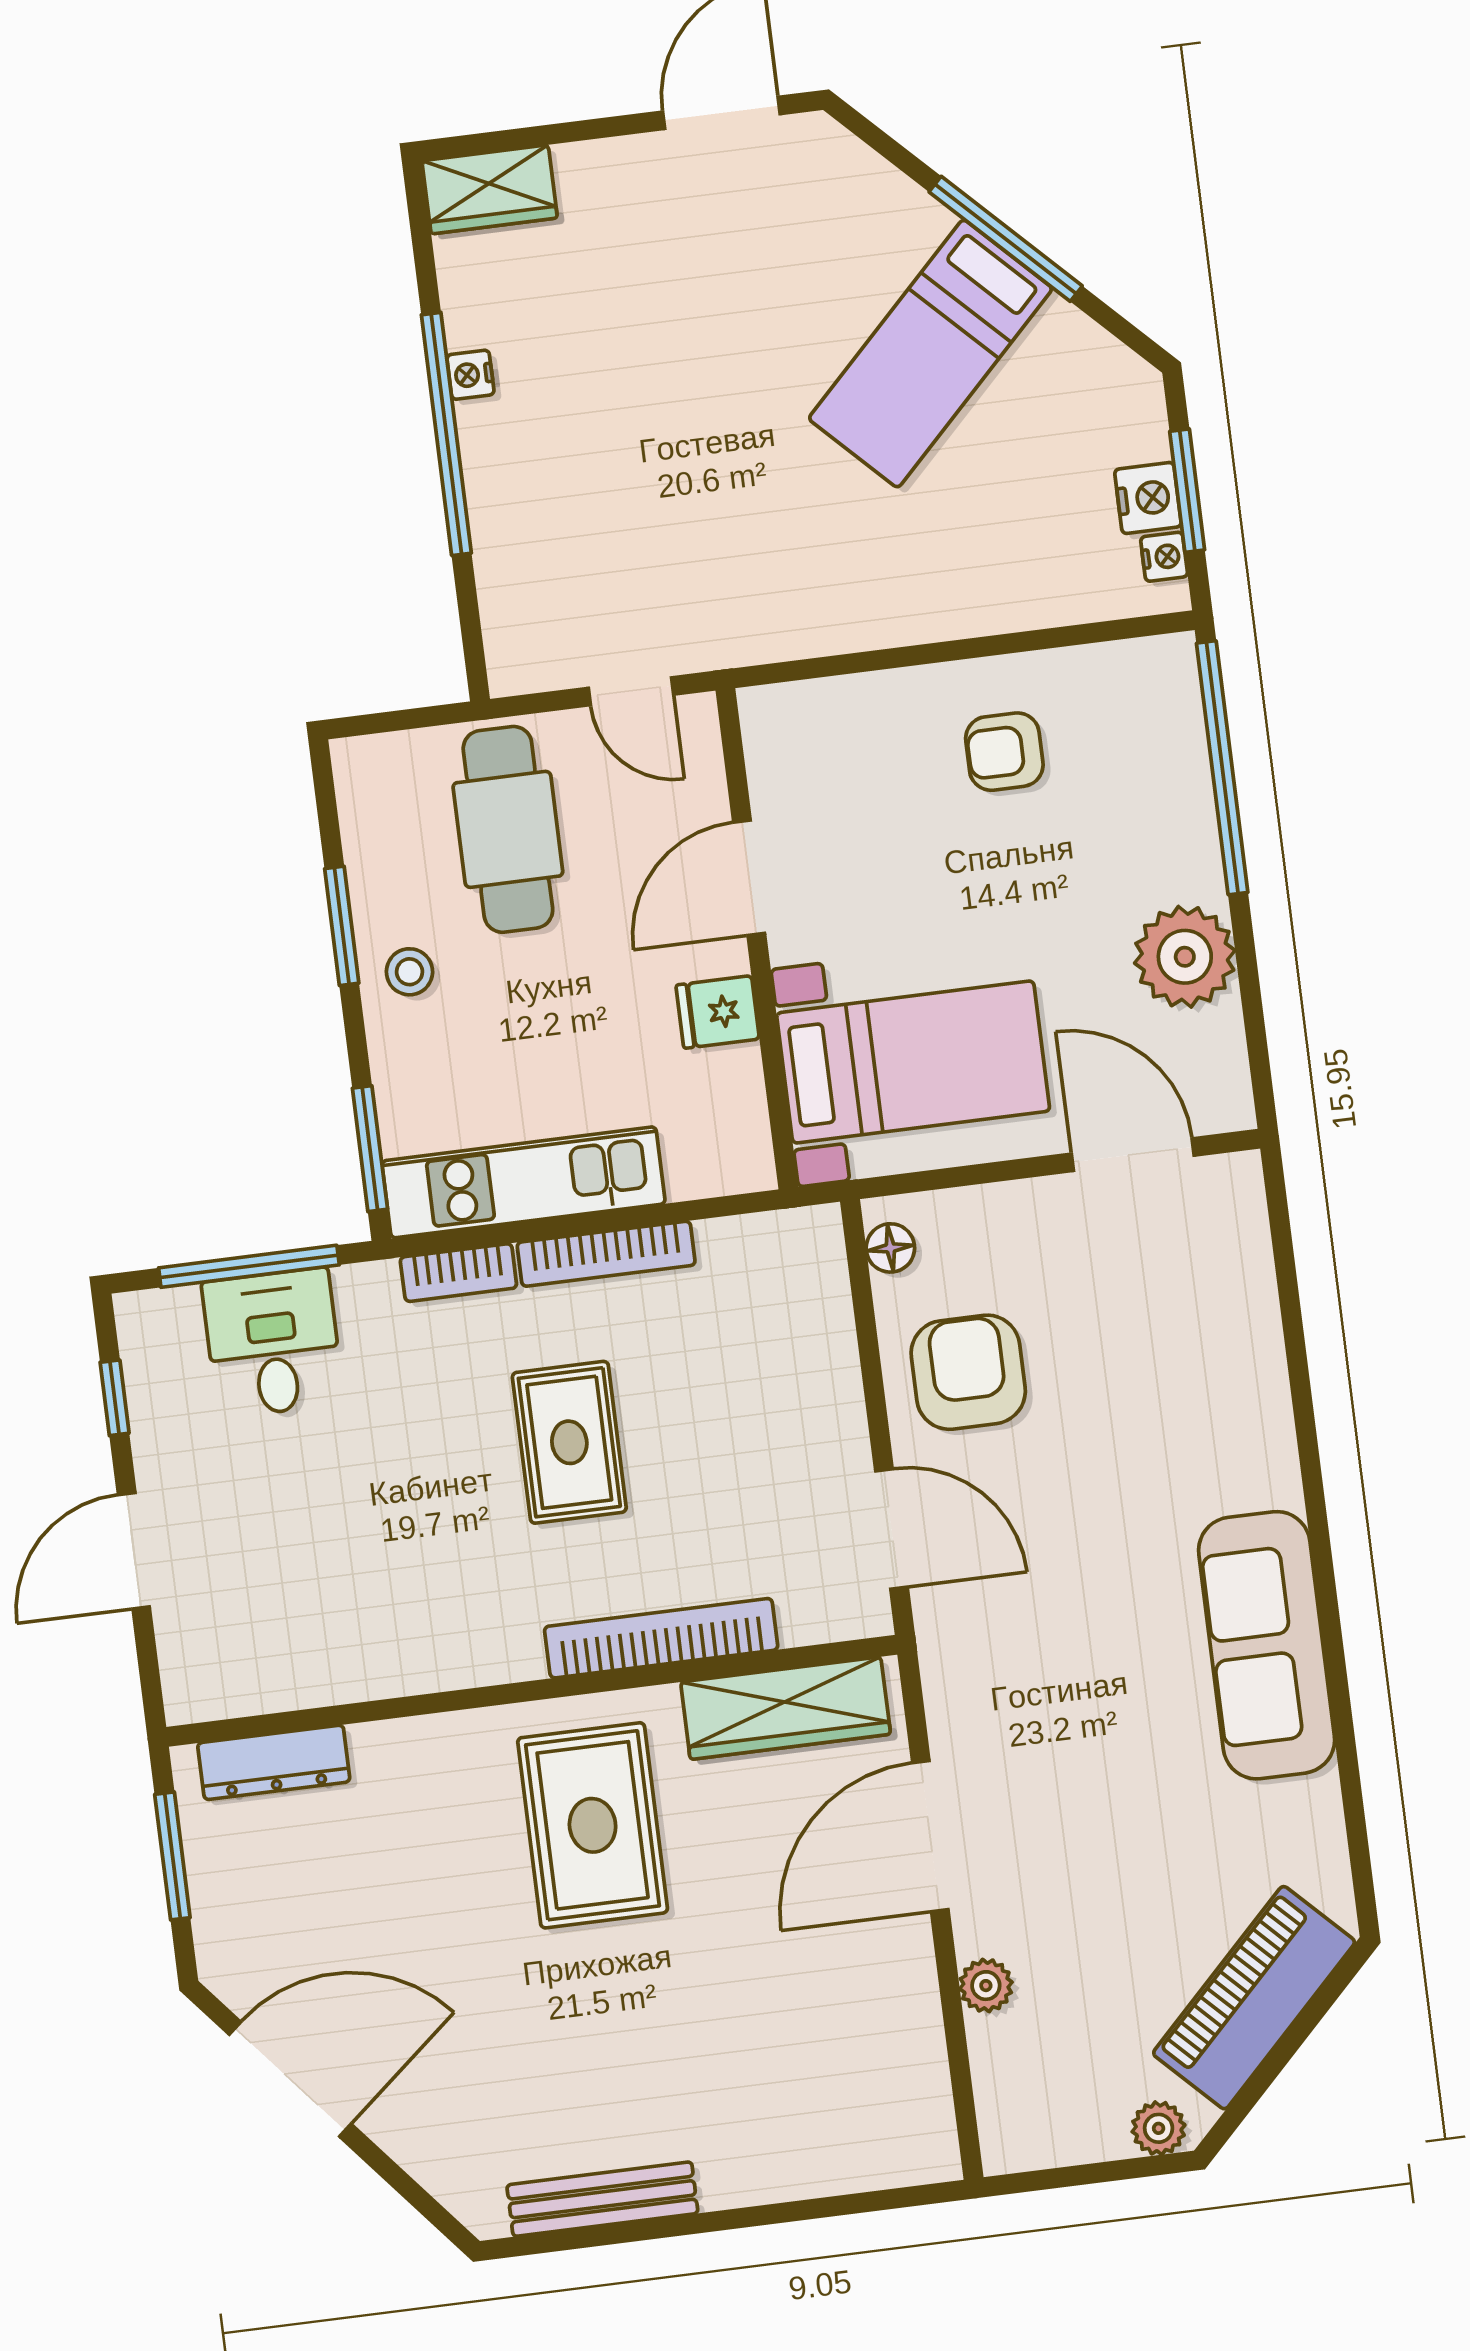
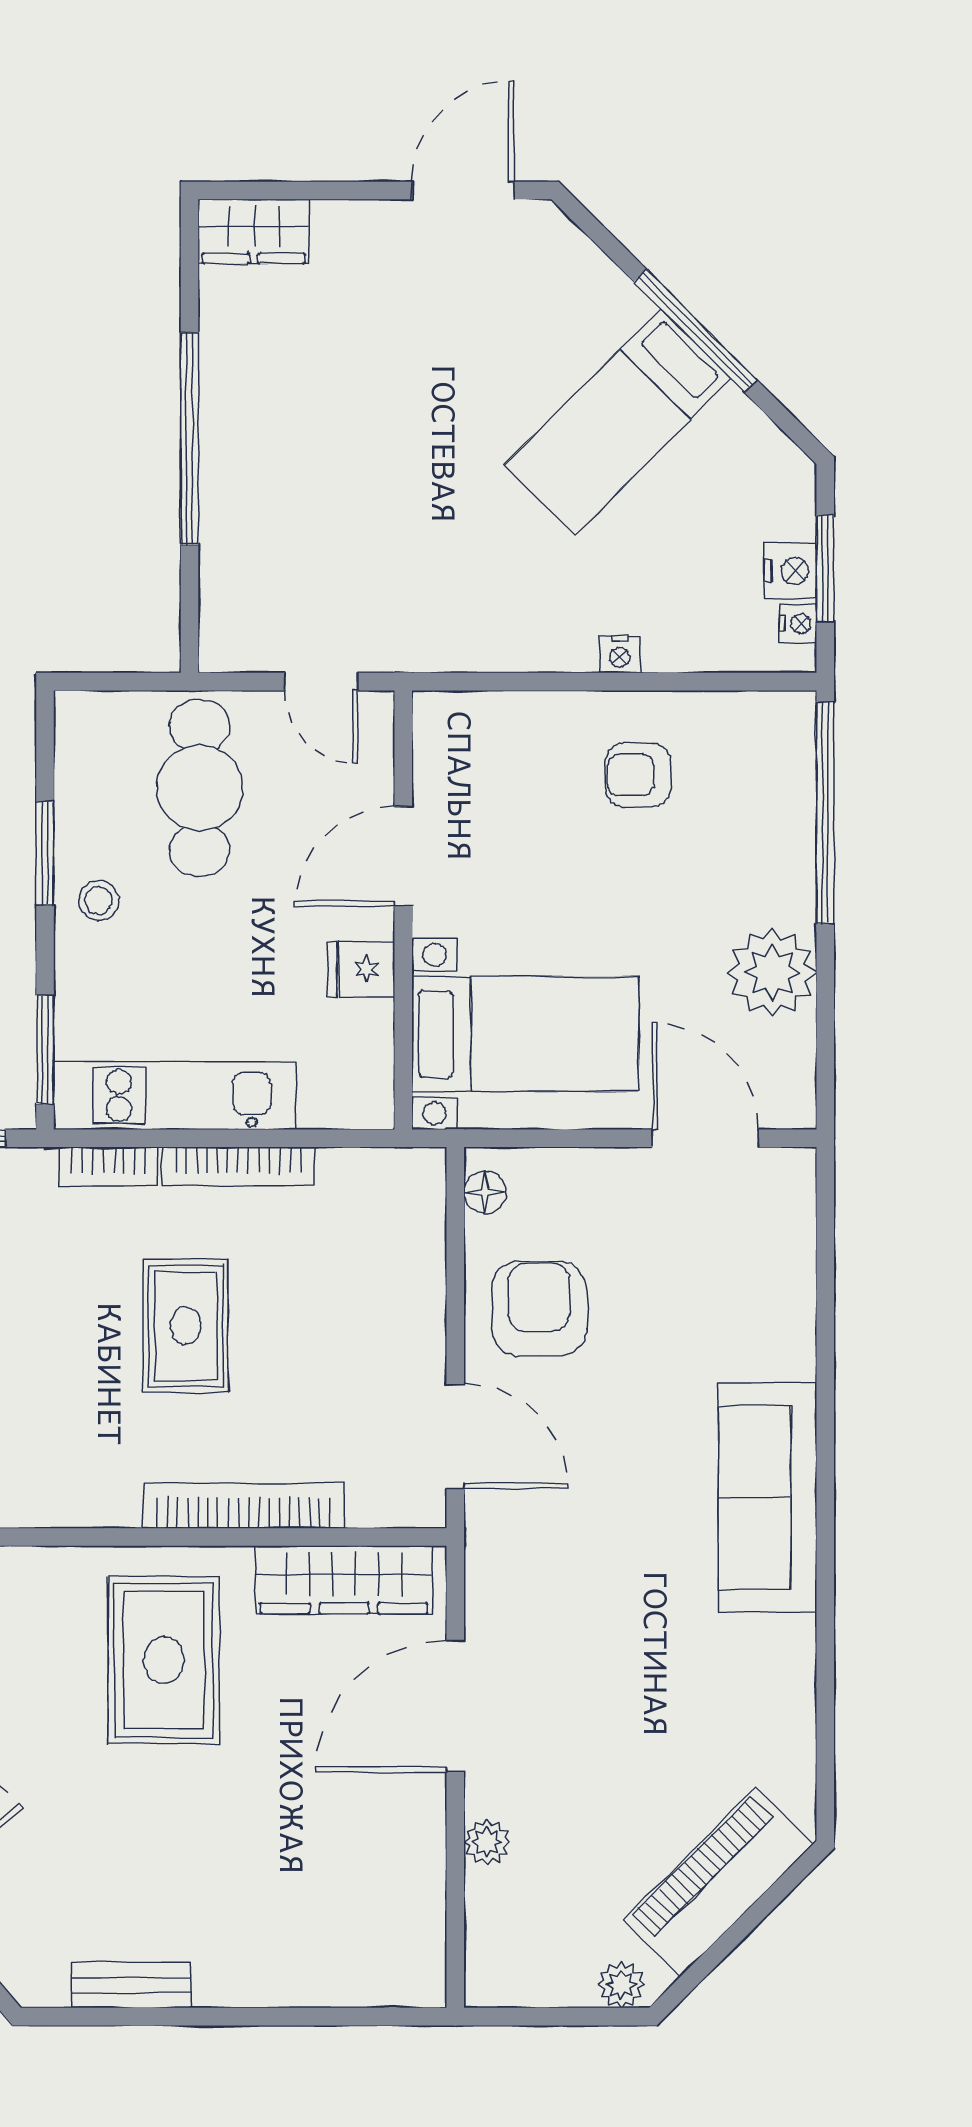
nightstand: (470, 375) -> (620, 654), moved, turned -90
sofa: (1267, 1645) -> (768, 1498), moved
bench: (602, 2199) -> (131, 1985), width x0.73

